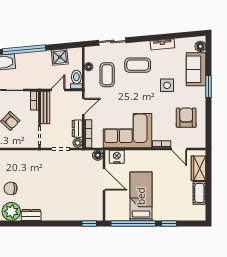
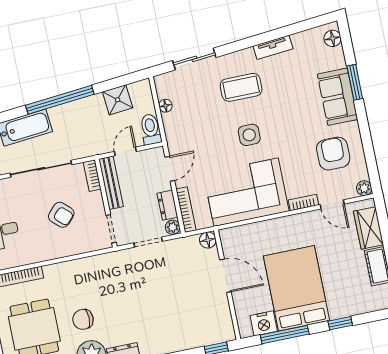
sofa: (196, 69) -> (338, 97), moved
coffee table: (107, 75) -> (197, 112), removed
side table: (167, 85) -> (249, 135), moved
window: (209, 87) -> (355, 82), moved
plant: (201, 143) -> (364, 188), added
nightstand: (117, 157) -> (264, 323), moved, turned 180
bed: (141, 196) -> (296, 288), width x1.50
window: (133, 223) -> (285, 335), width x0.68

